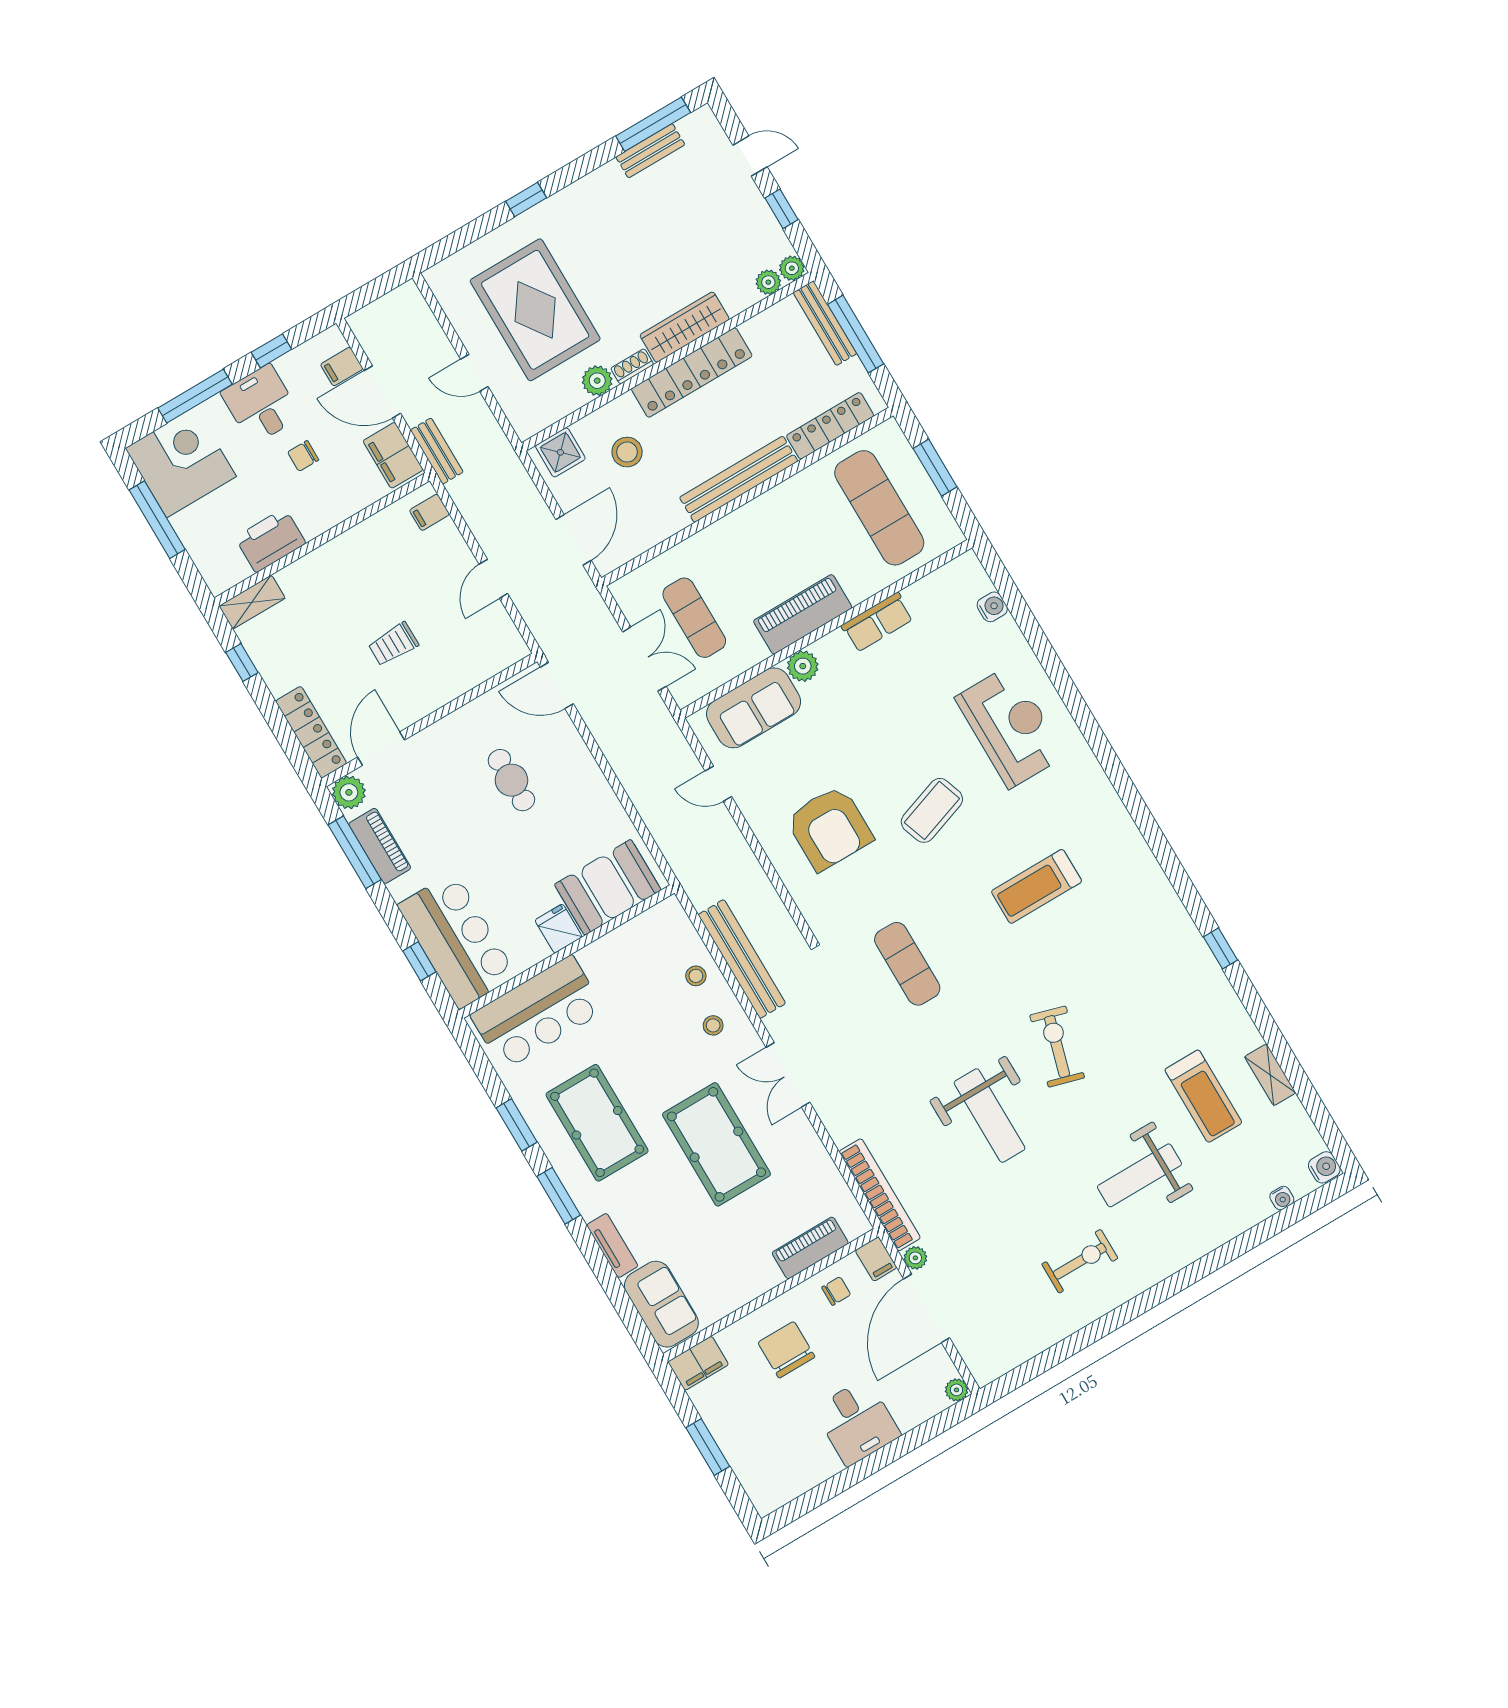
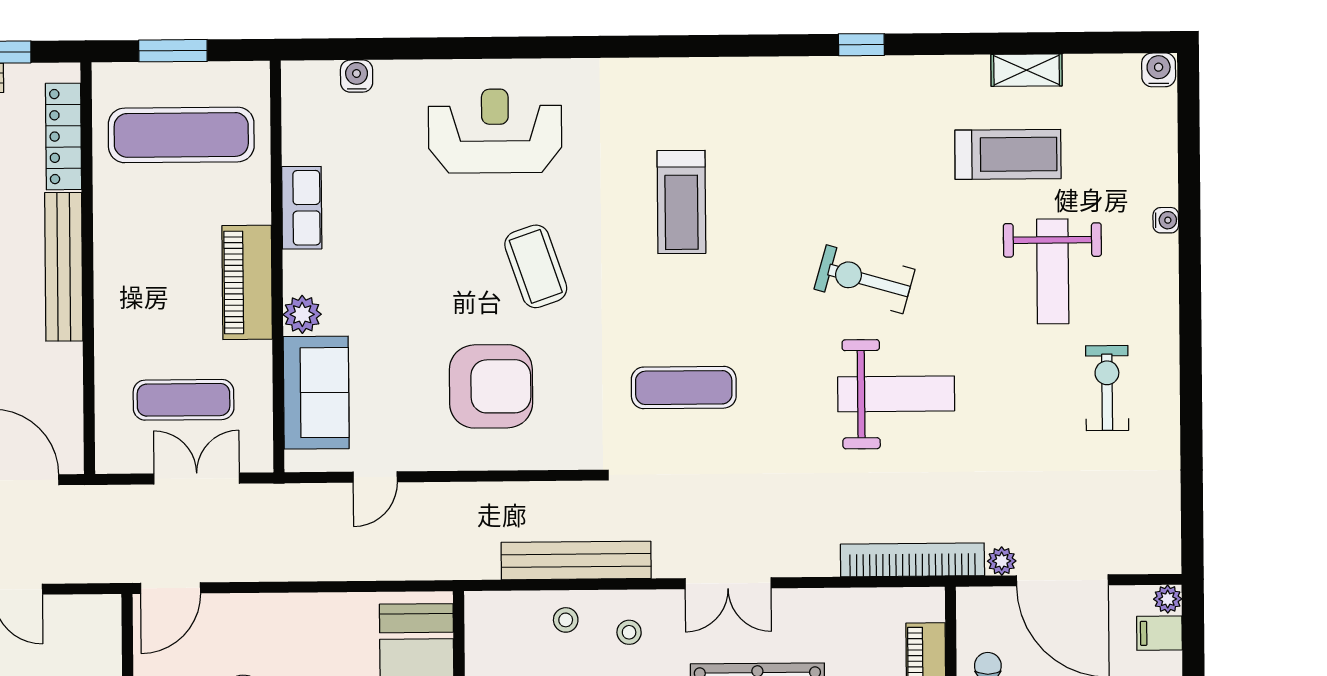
water cooler: (1282, 1198) -> (1166, 220), moved
filing cabinet: (876, 1259) -> (1159, 633), moved, turned 180

